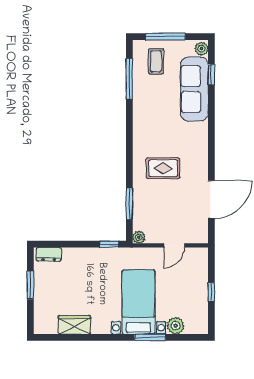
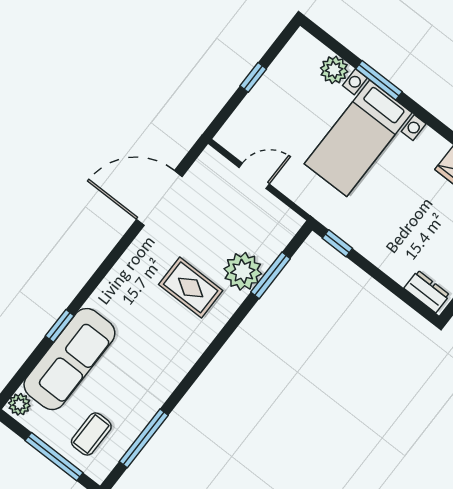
window: (211, 75) -> (60, 326), moved
plant: (139, 237) -> (243, 271), moved, width x1.88, depth x1.88

